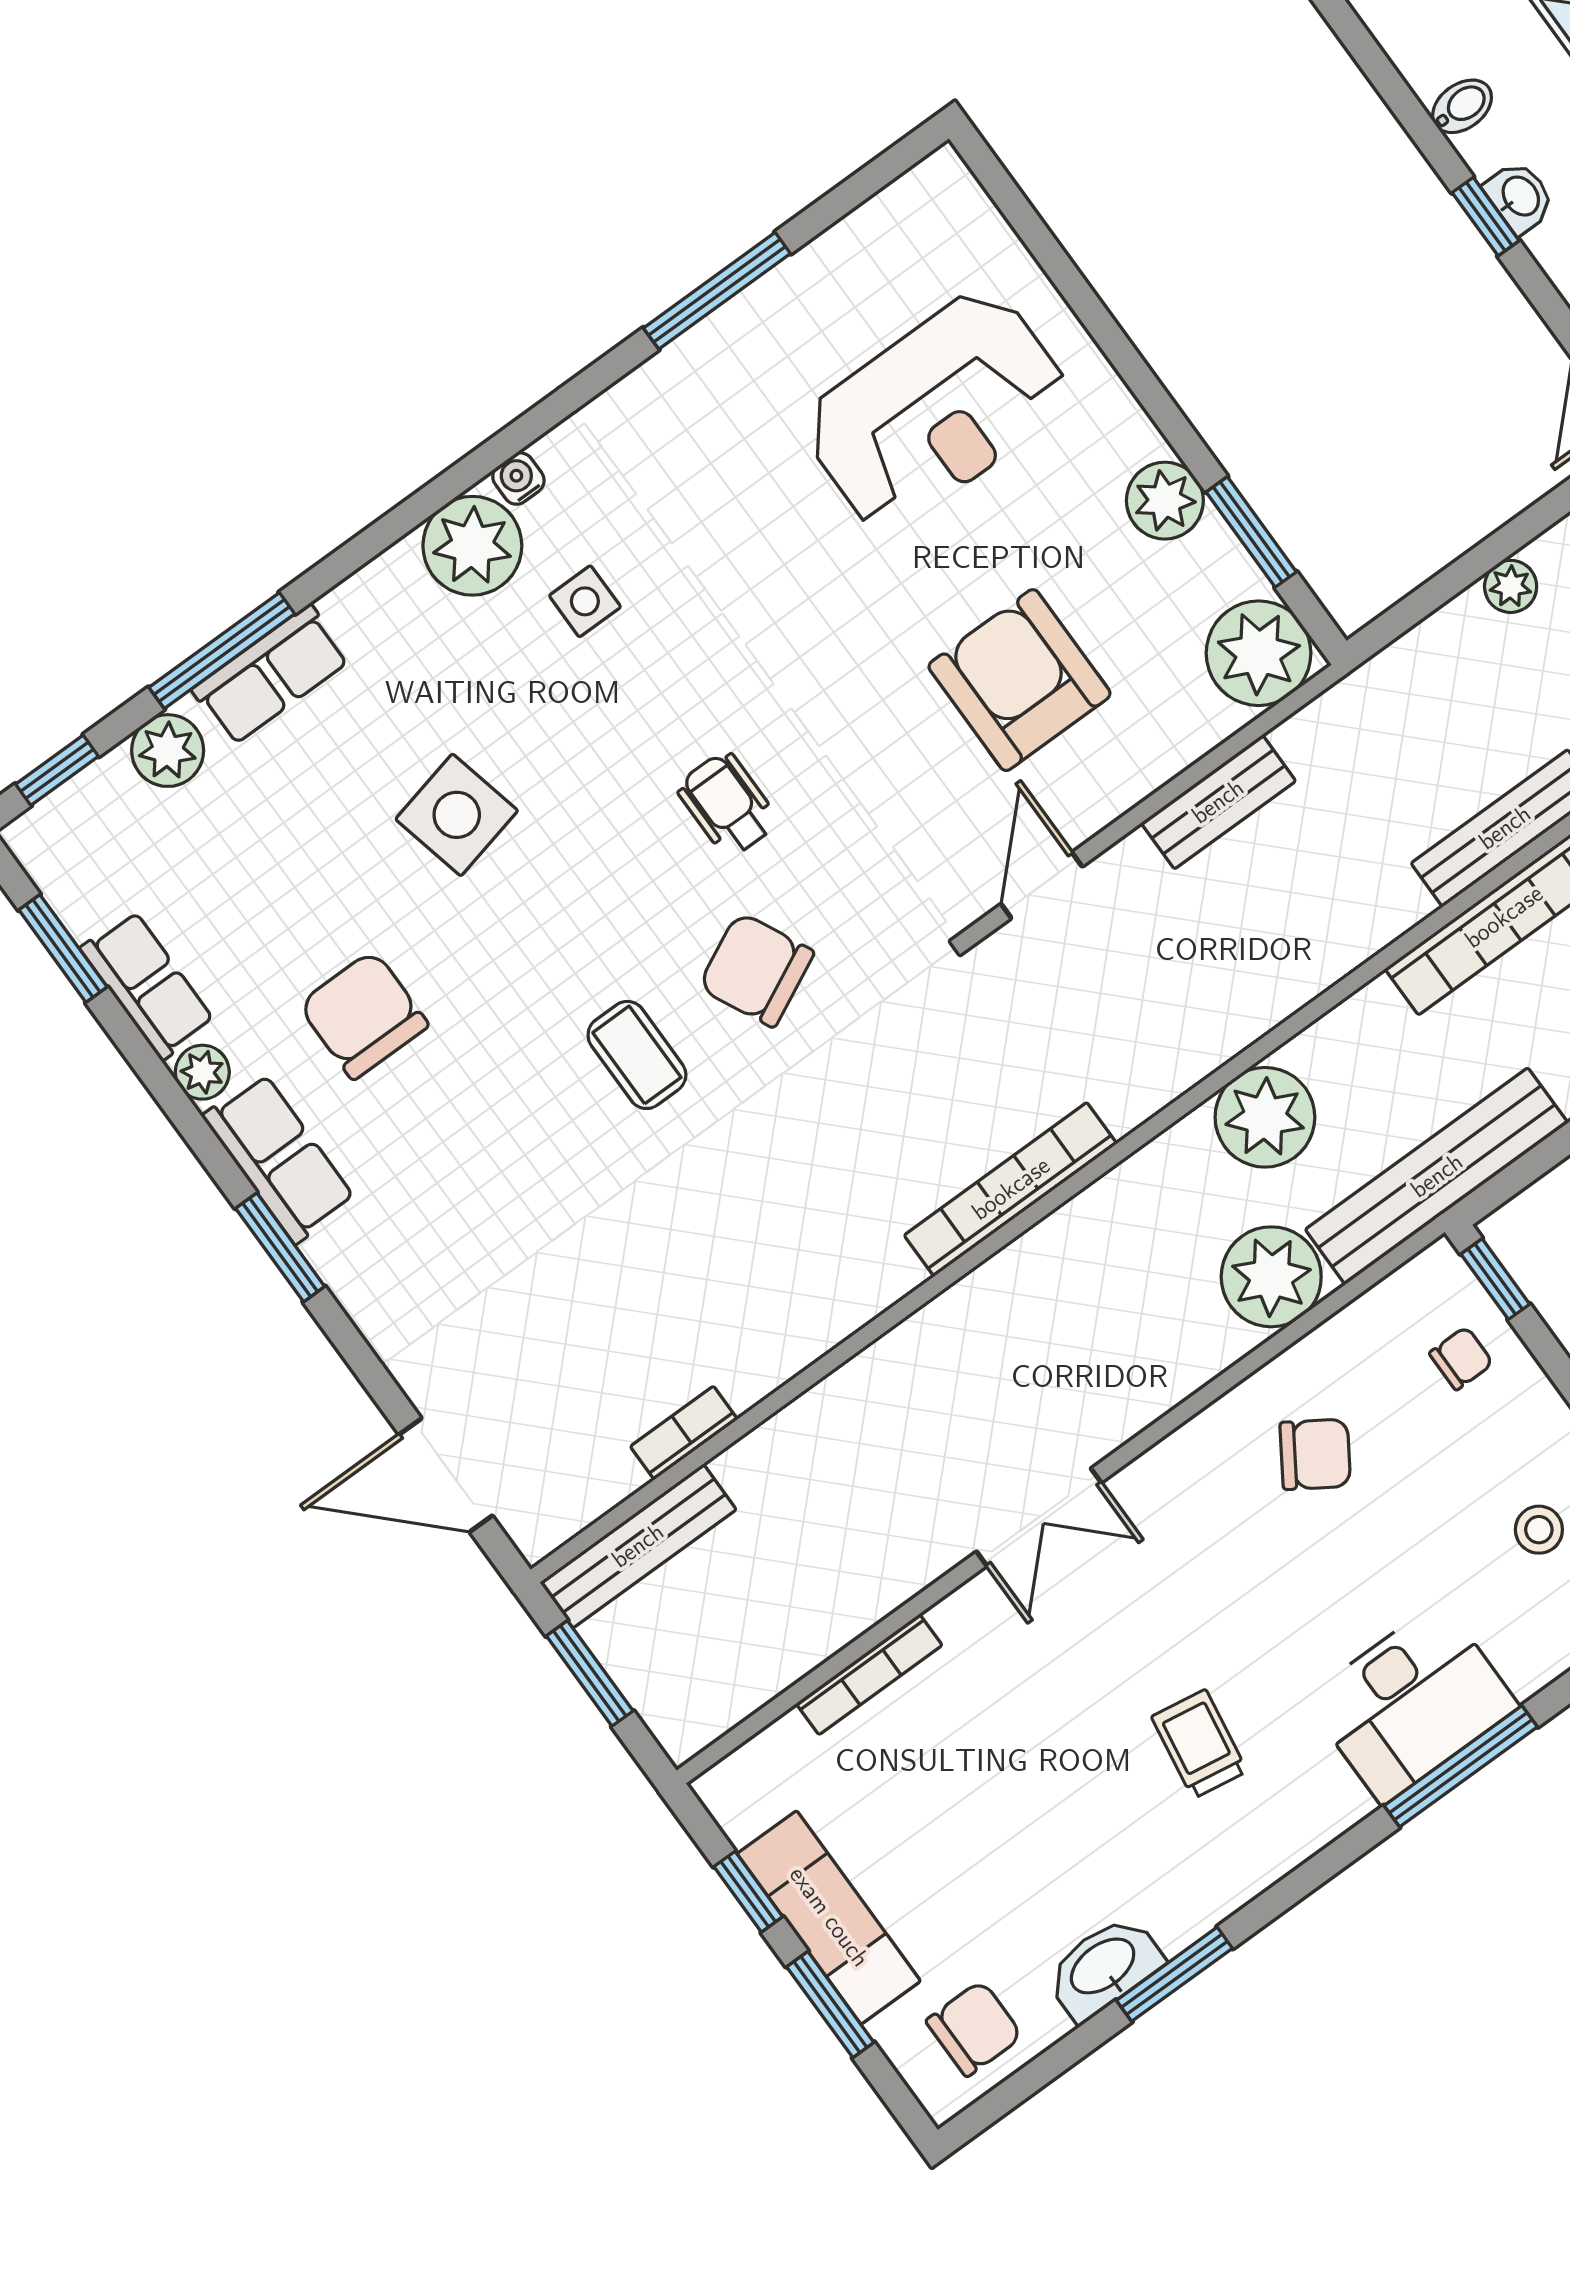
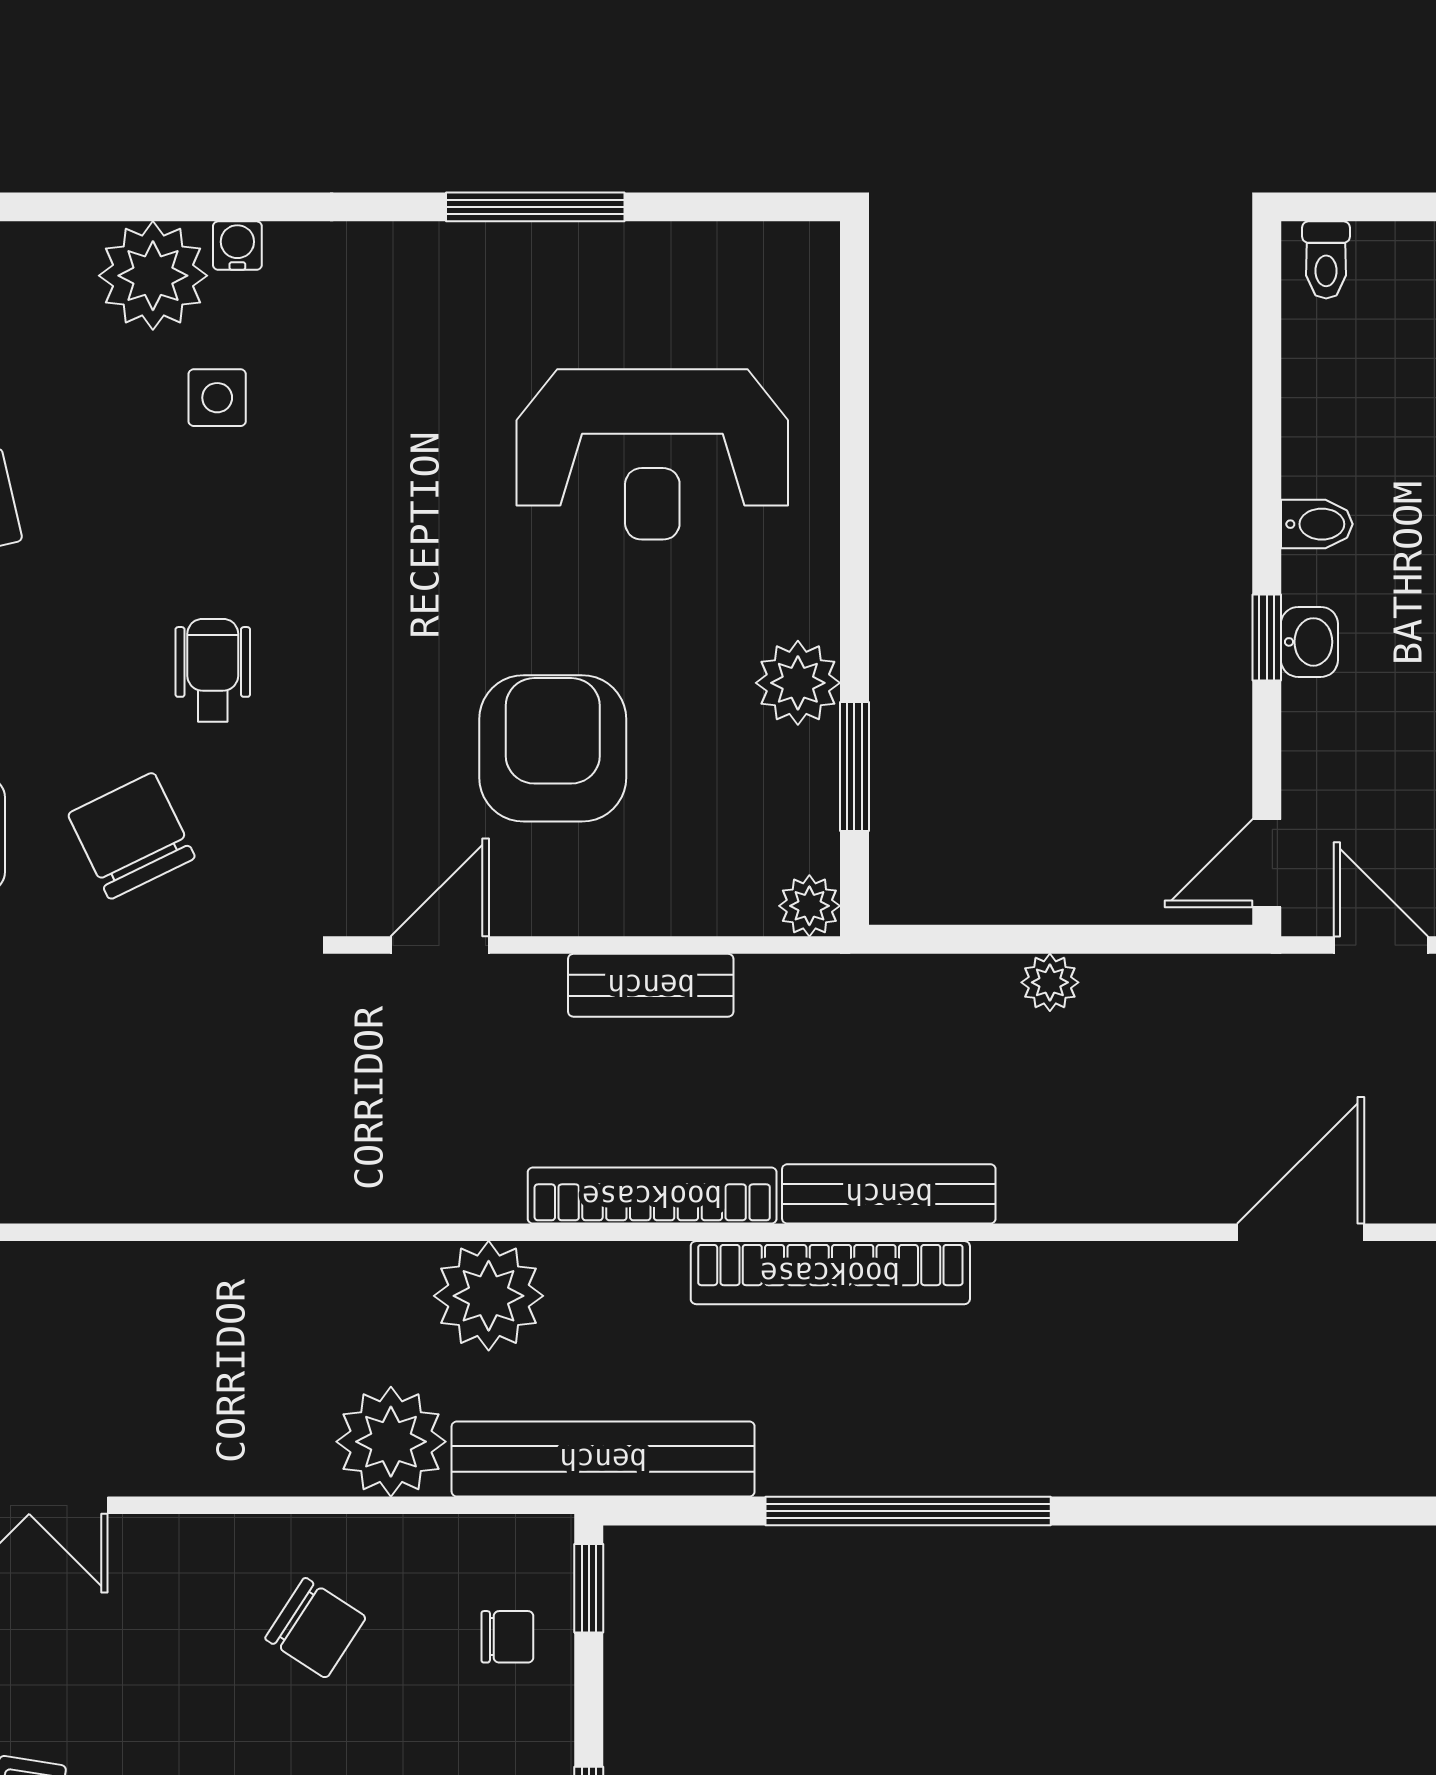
plant: (1259, 653) -> (809, 906), width x0.53, depth x0.53
bookcase: (1011, 1189) -> (652, 1196), moved

